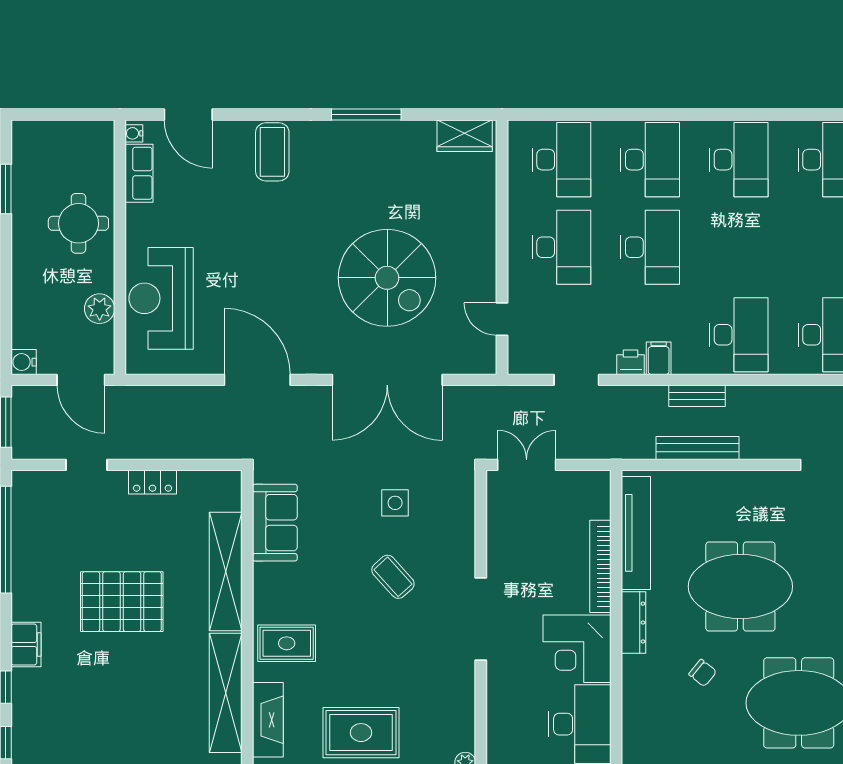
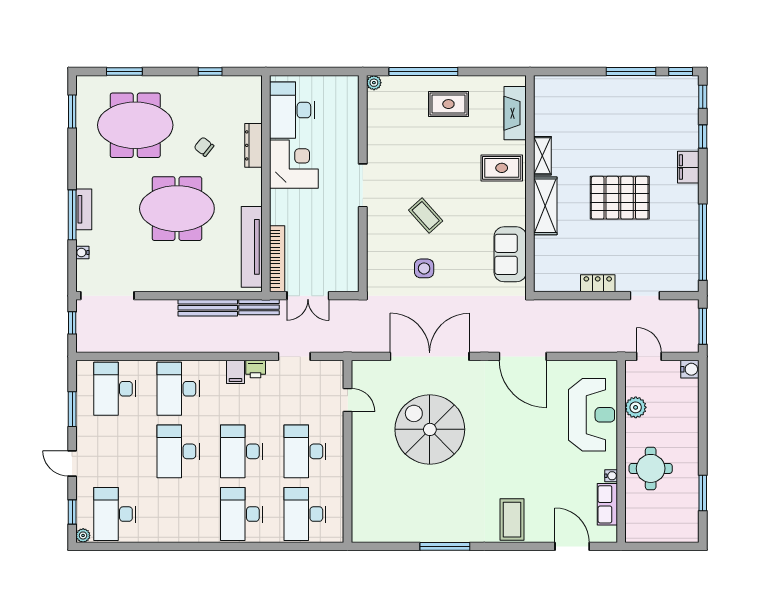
water cooler: (134, 133) -> (611, 476), moved
wardrobe: (465, 136) -> (374, 531), removed
desk: (739, 160) -> (178, 451), moved
door: (81, 380) -> (649, 356), width x0.73
bench: (697, 396) -> (259, 307), moved
double door: (527, 465) -> (308, 296), moved
bookcase: (600, 566) -> (277, 259), moved
shelving: (226, 571) -> (545, 206), width x0.68
doorway: (481, 619) -> (363, 185), width x0.73
dresser: (634, 623) -> (253, 145), moved
shelving: (226, 693) -> (542, 156), width x0.45, depth x0.75
rug: (361, 733) -> (448, 104), width x0.73, depth x0.70

